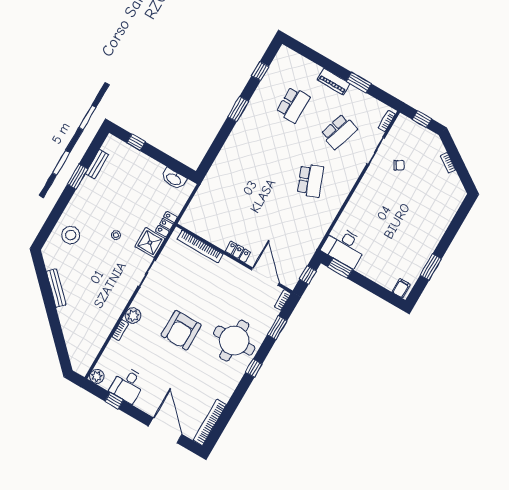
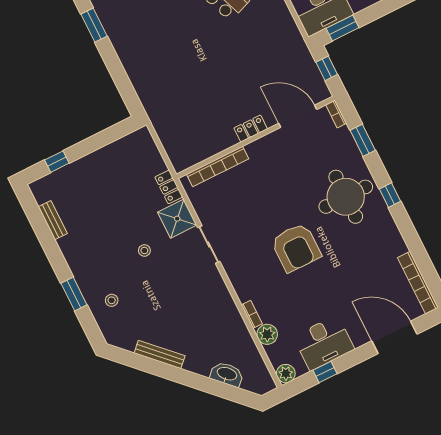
window: (77, 177) -> (74, 294), moved
washbasin: (174, 179) -> (227, 374), moved, turned -135
stool: (71, 235) -> (112, 300), width x0.53, depth x0.53
plant: (133, 316) -> (267, 334), moved
desk: (128, 385) -> (324, 343), width x1.37

